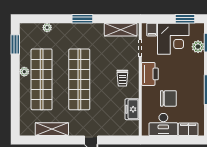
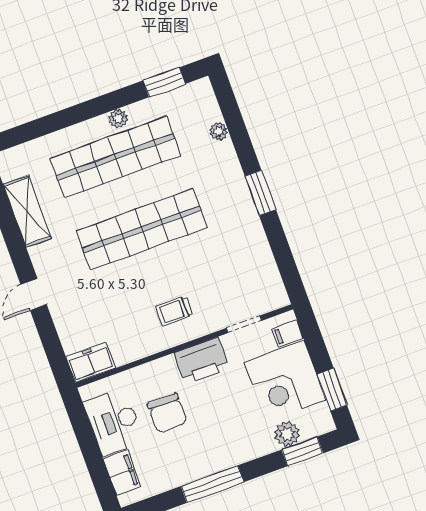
shelving: (121, 30) -> (266, 274), removed
freezer: (132, 109) -> (91, 362), moved

